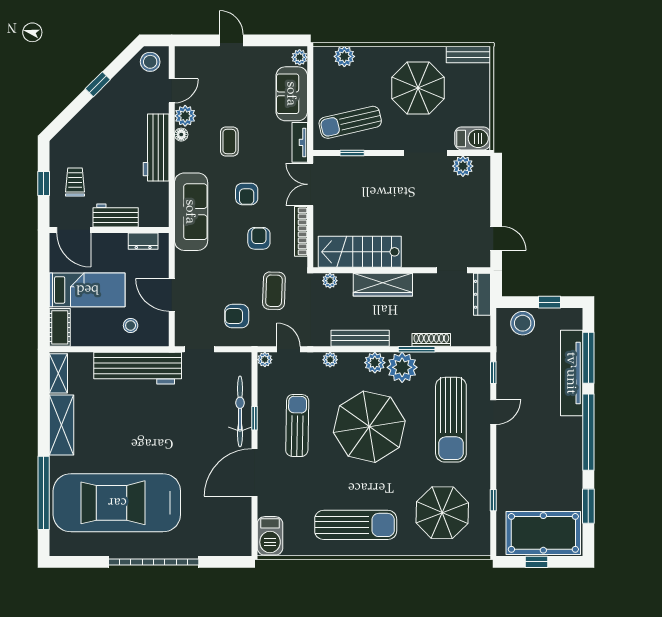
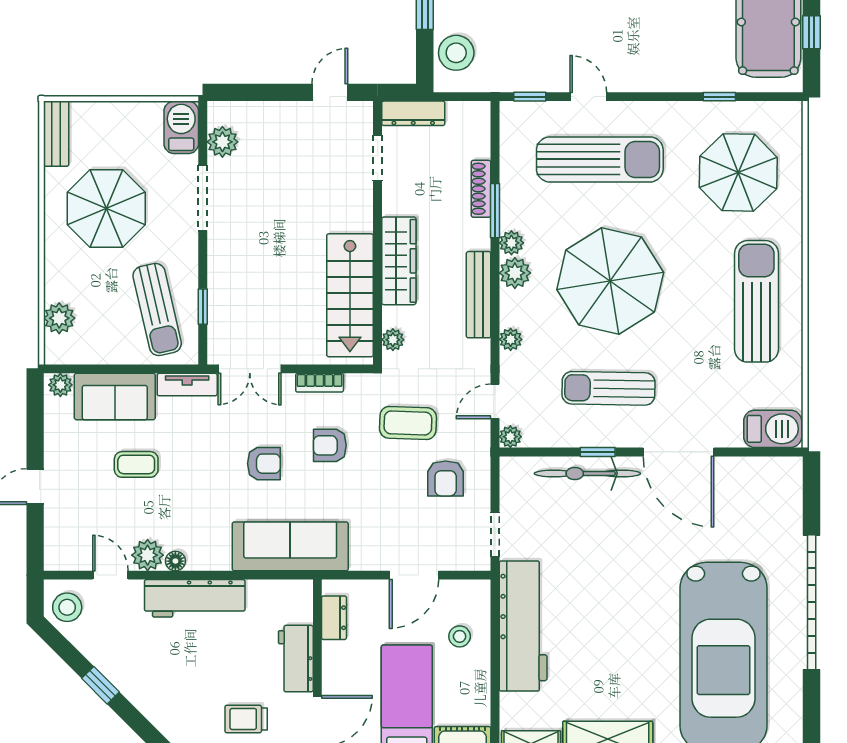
coffee table: (229, 142) -> (136, 464), moved
bookcase: (301, 231) -> (320, 383), width x0.64
plant: (402, 367) -> (511, 243), width x0.53, depth x0.53

